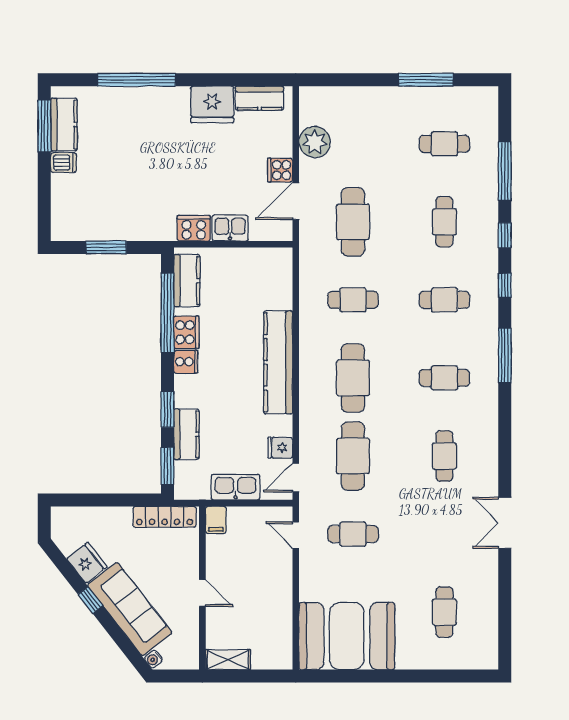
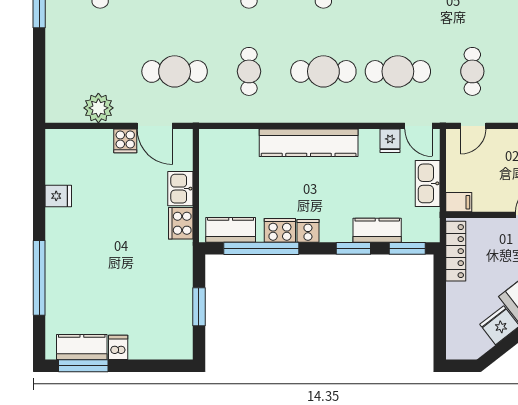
kitchen counter: (260, 98) -> (57, 160), removed
fridge: (212, 104) -> (58, 196), width x0.53, depth x0.75

